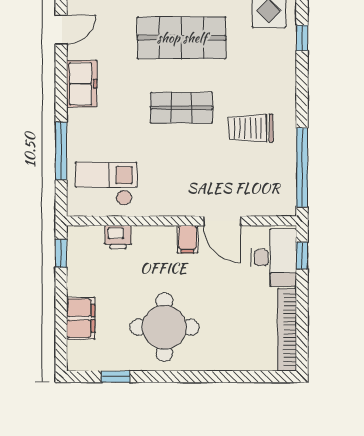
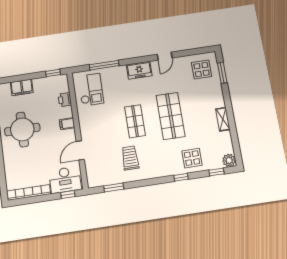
door: (61, 30) -> (165, 56), hinge flipped
window: (302, 167) -> (114, 188), width x0.47
filing cabinet: (188, 239) -> (67, 124), moved

